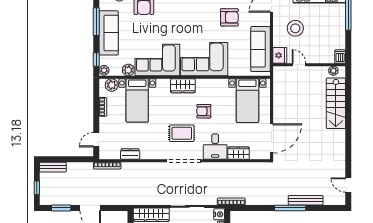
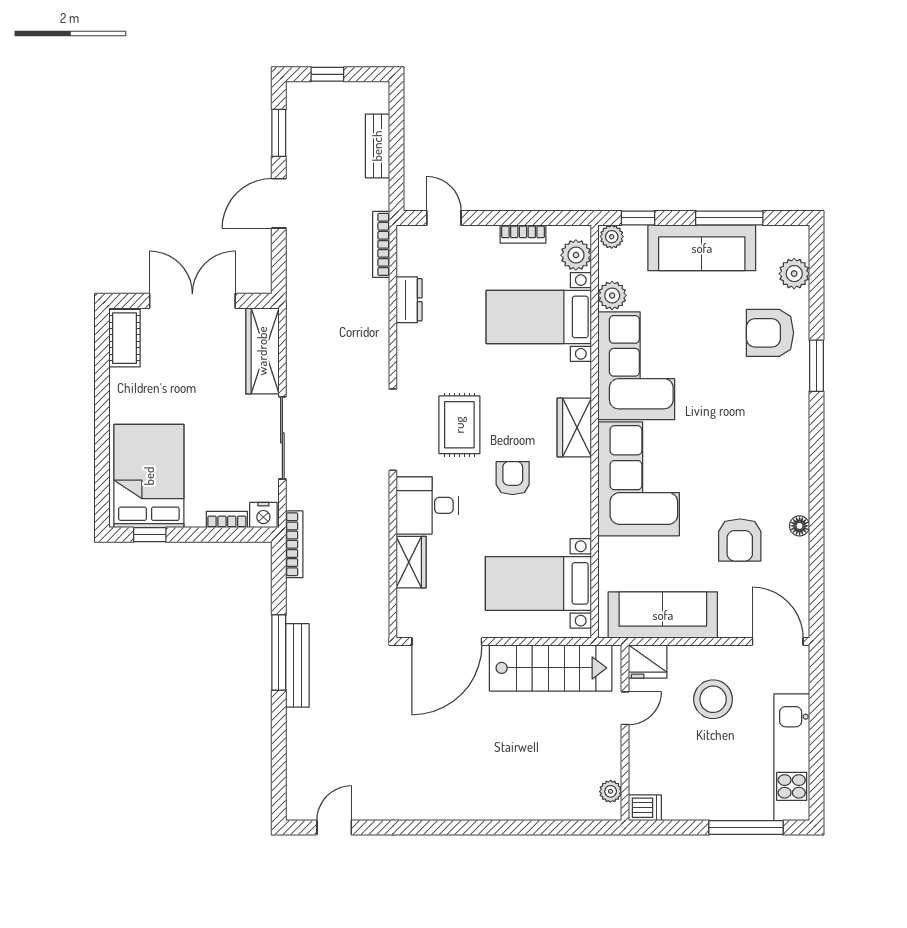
stairs: (336, 103) -> (551, 668), moved, turned 180
door: (271, 138) -> (447, 642), hinge flipped
bench: (53, 167) -> (377, 146), moved
bench: (306, 200) -> (297, 665), moved
window: (290, 208) -> (279, 653), moved

